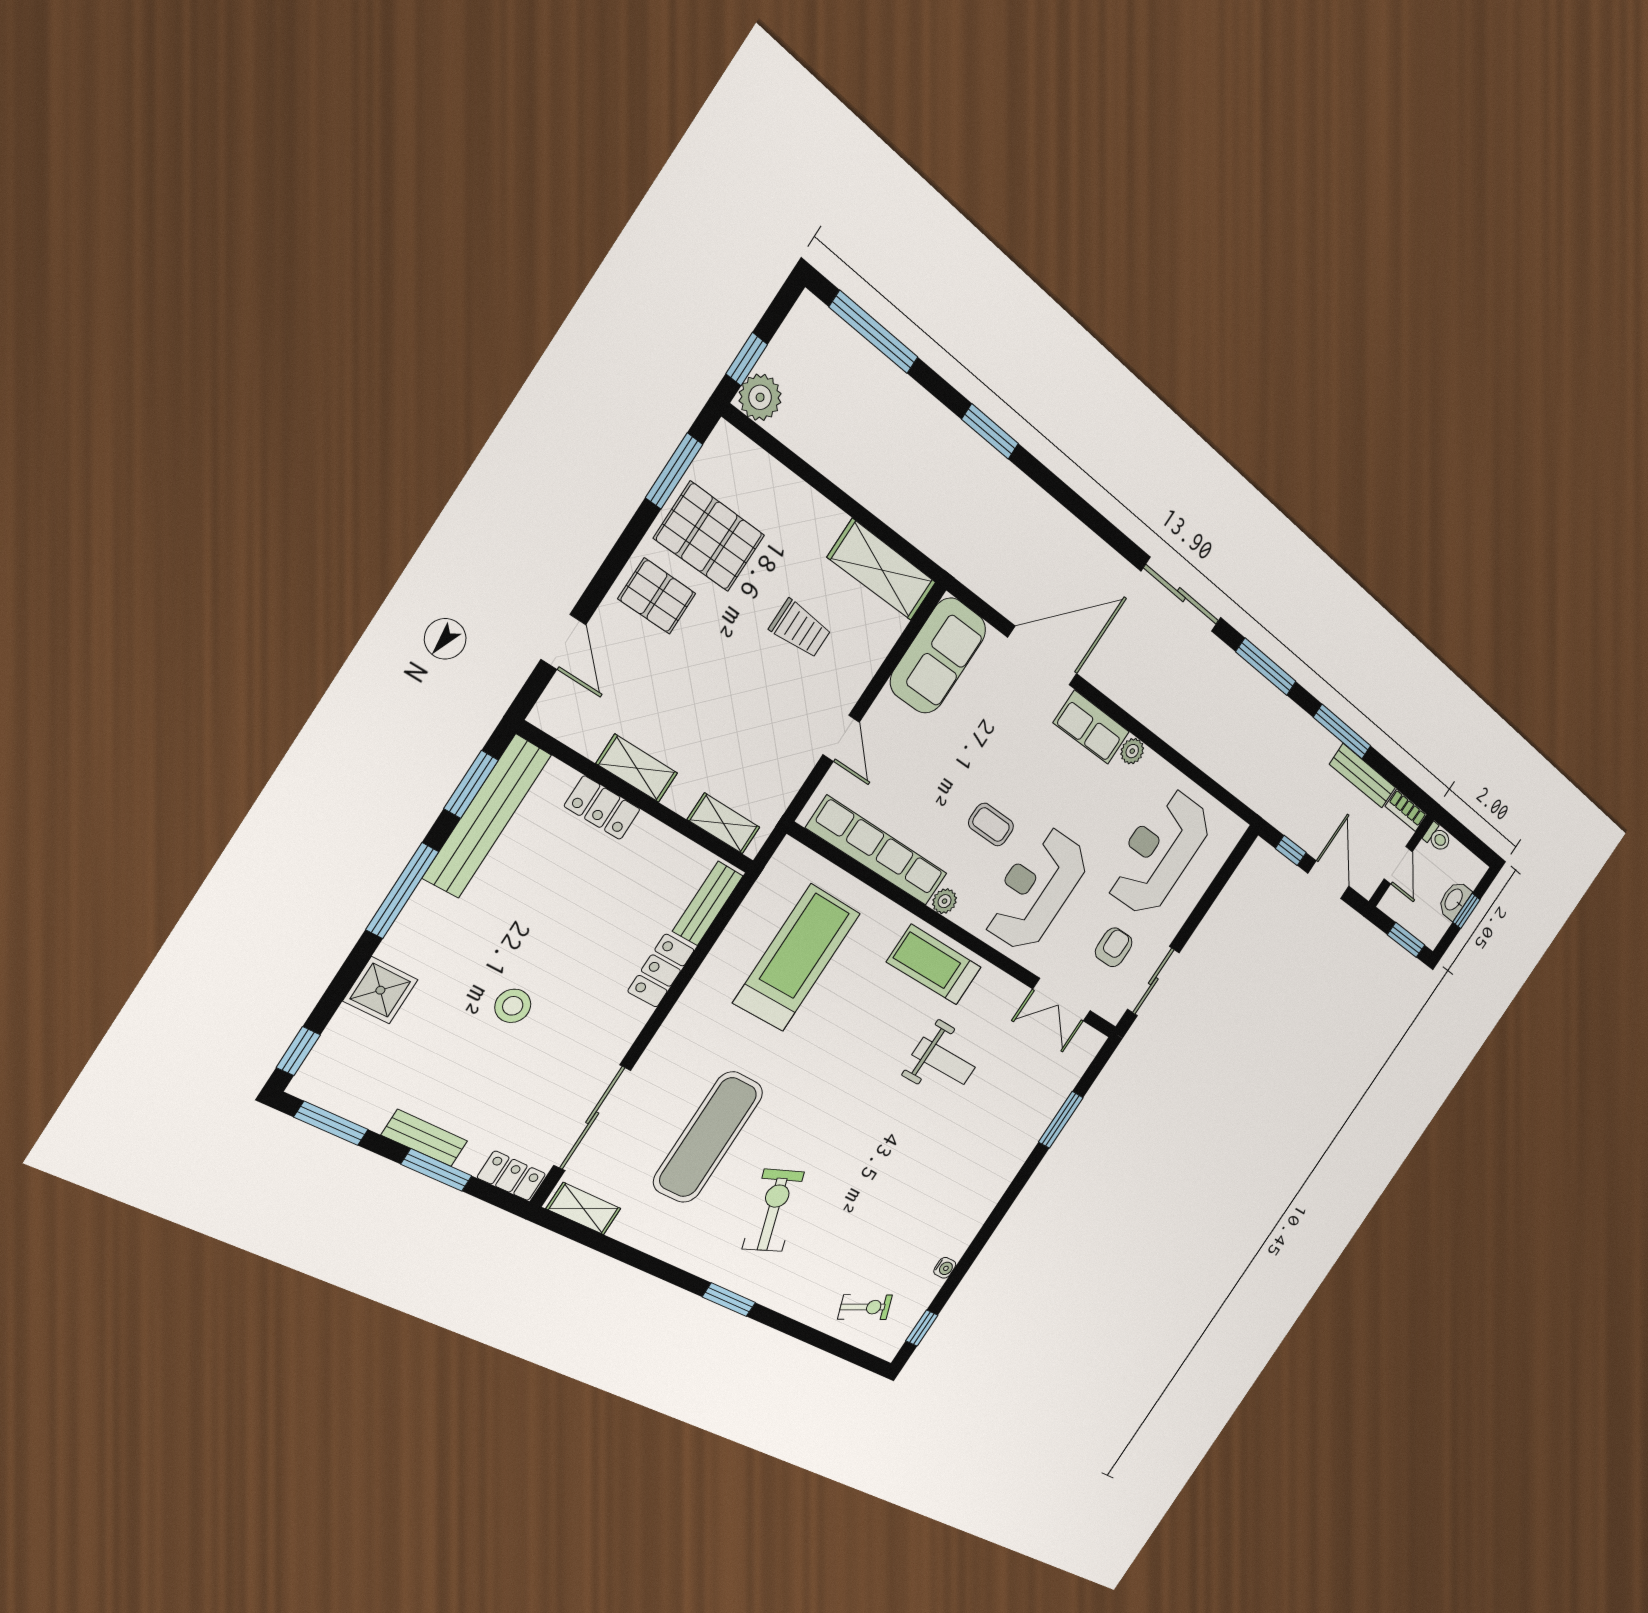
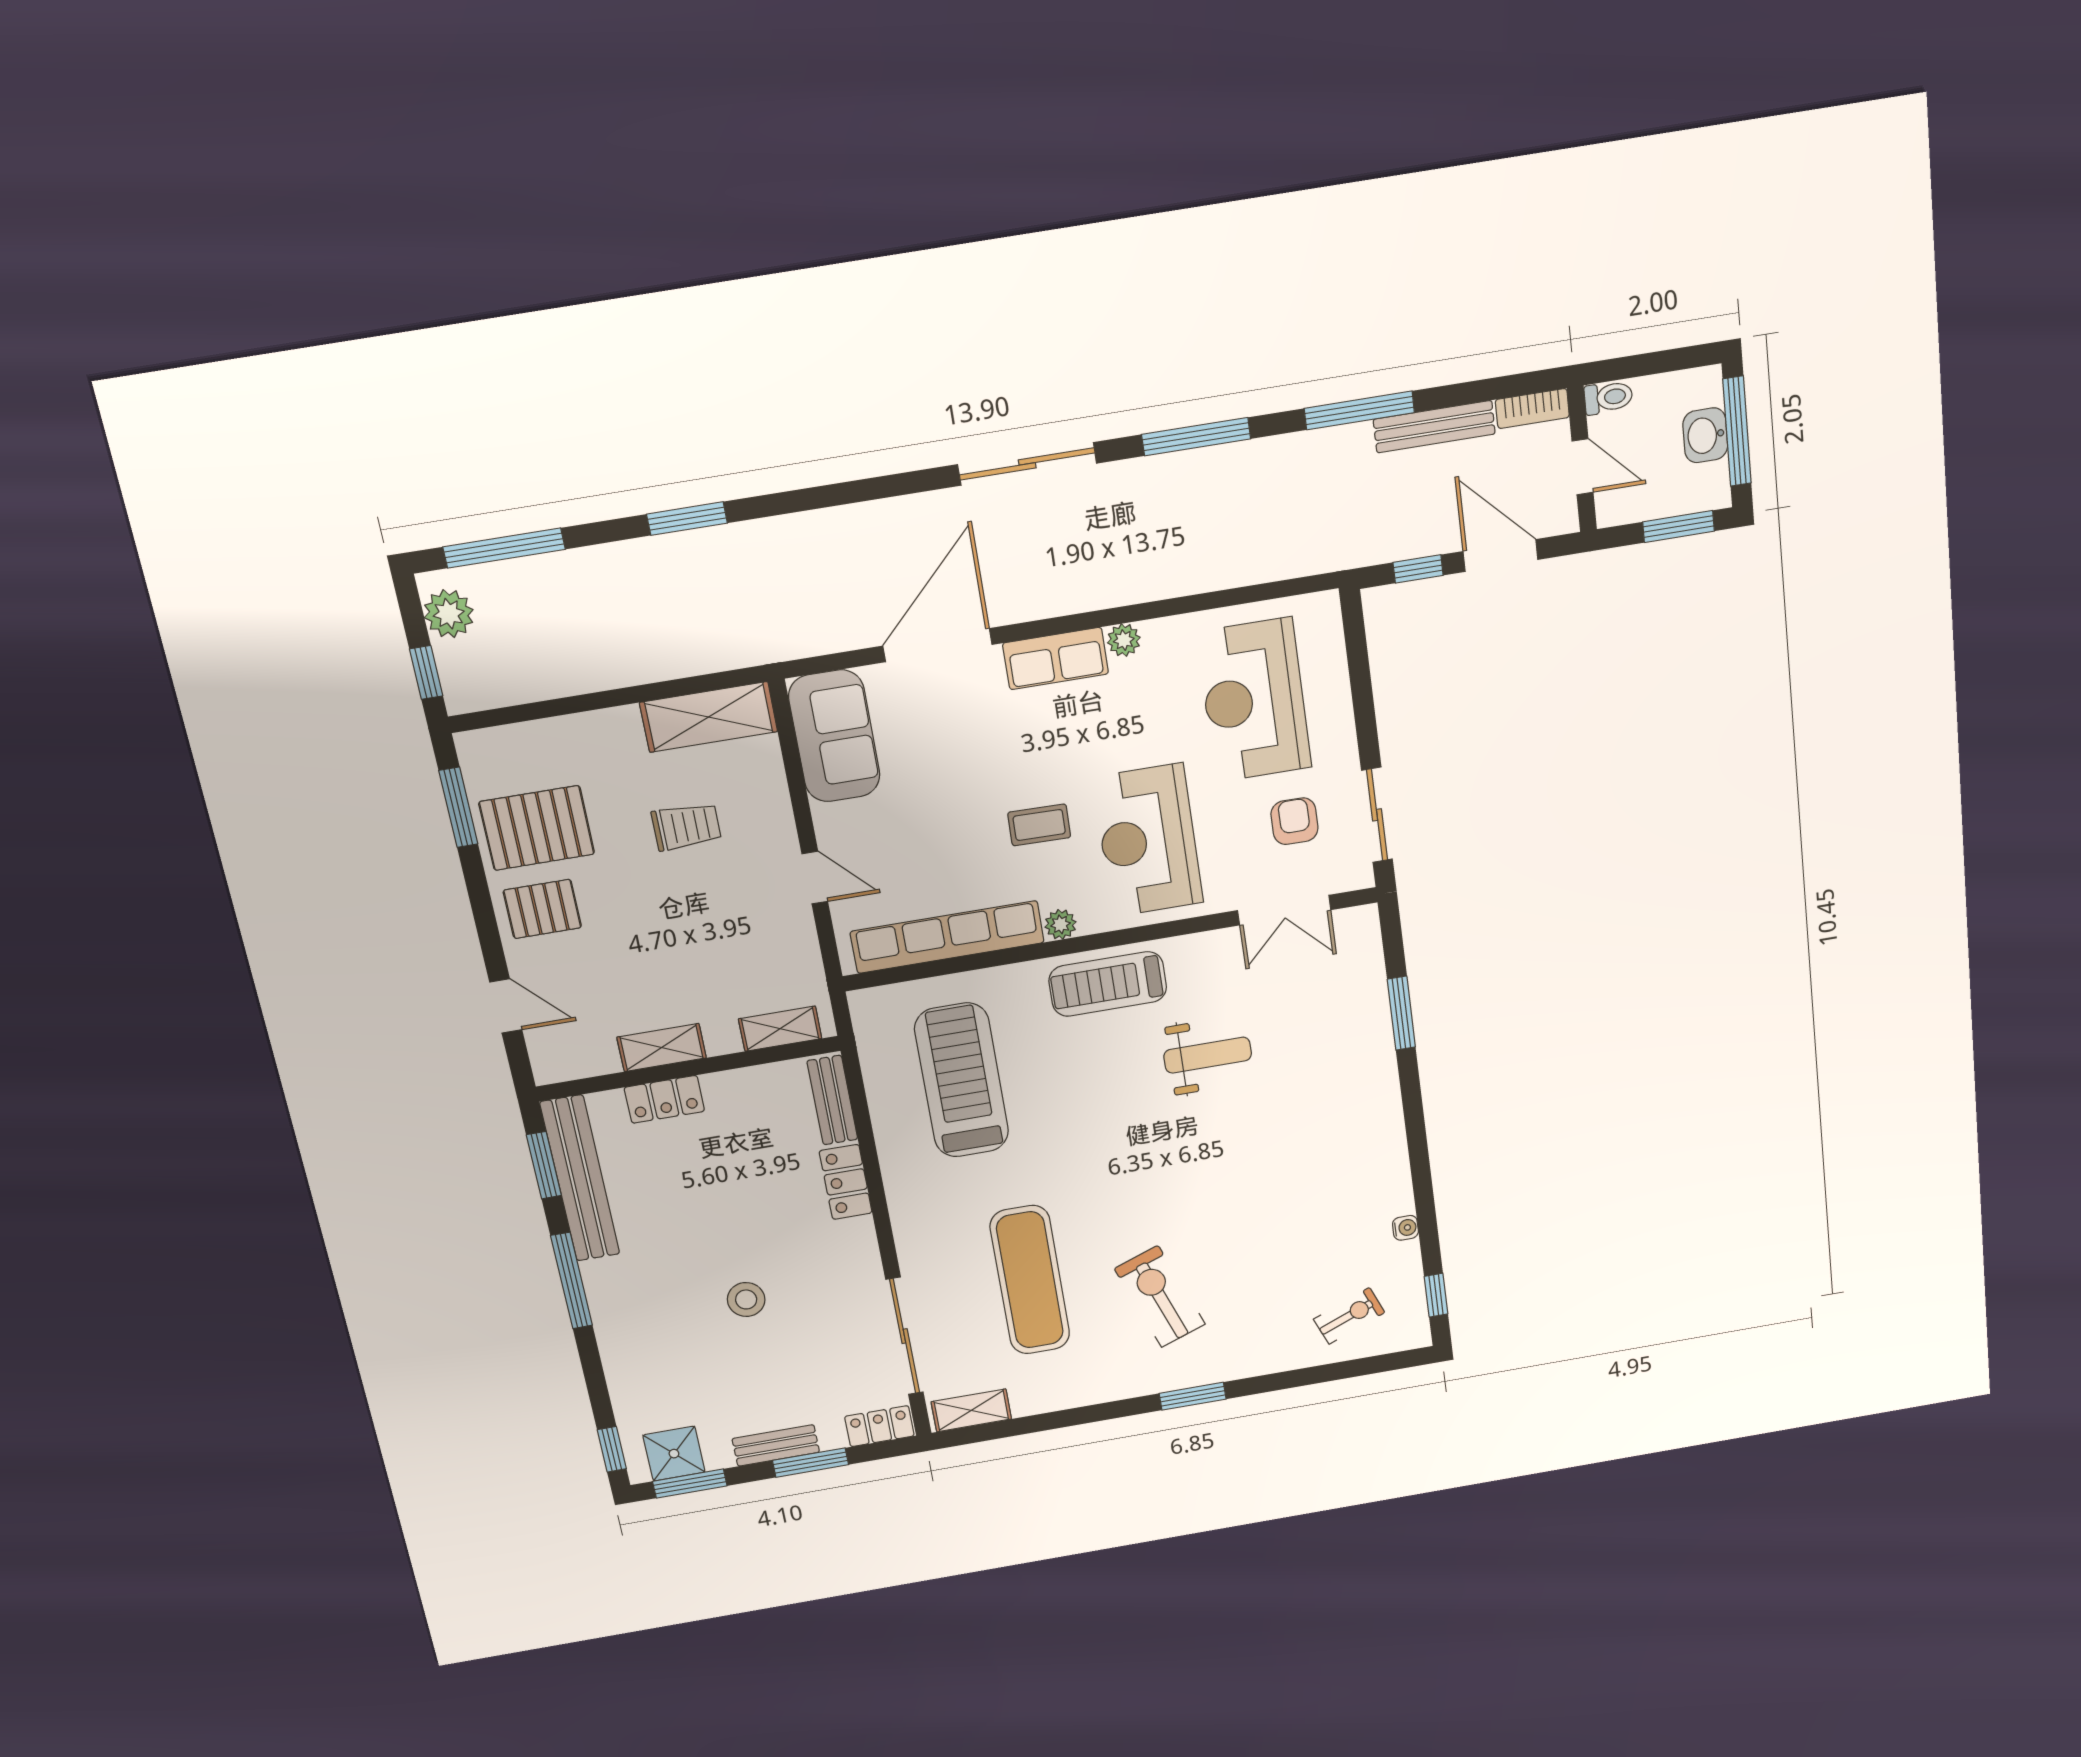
plant: (760, 397) -> (449, 614), moved
window: (1466, 911) -> (1737, 431), width x2.17
shower: (380, 990) -> (674, 1454), moved

